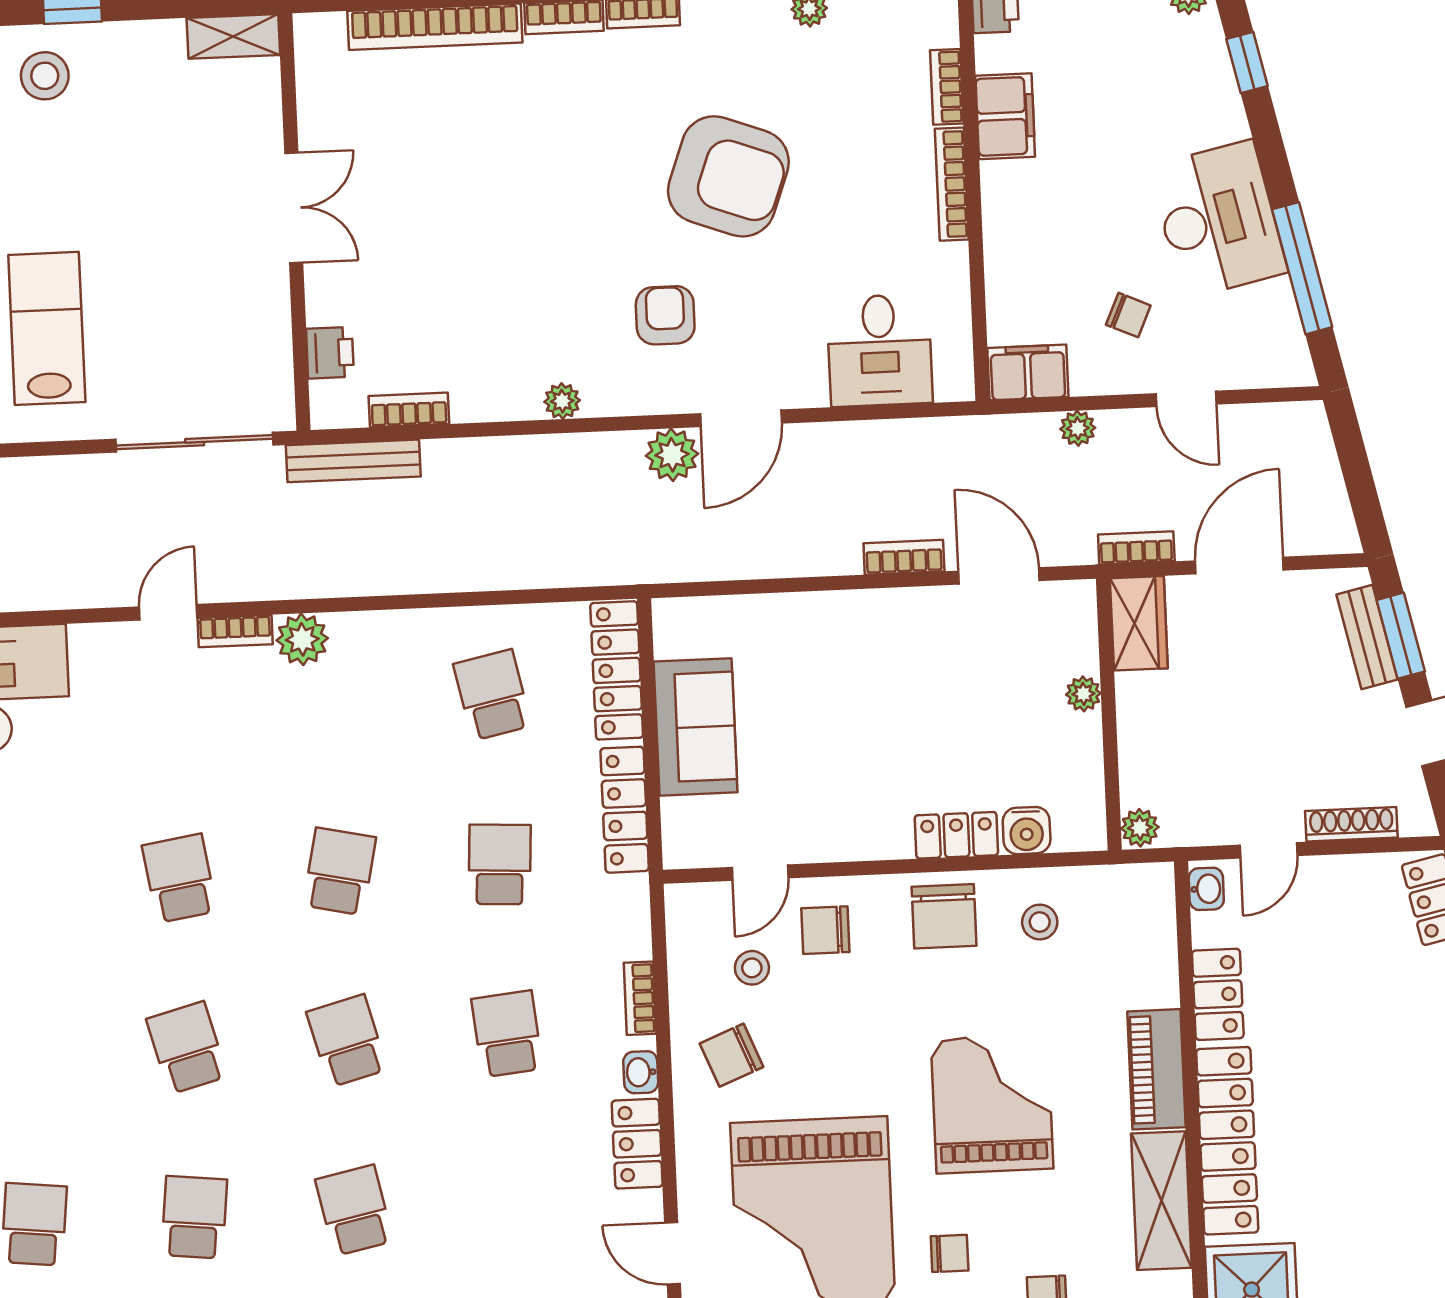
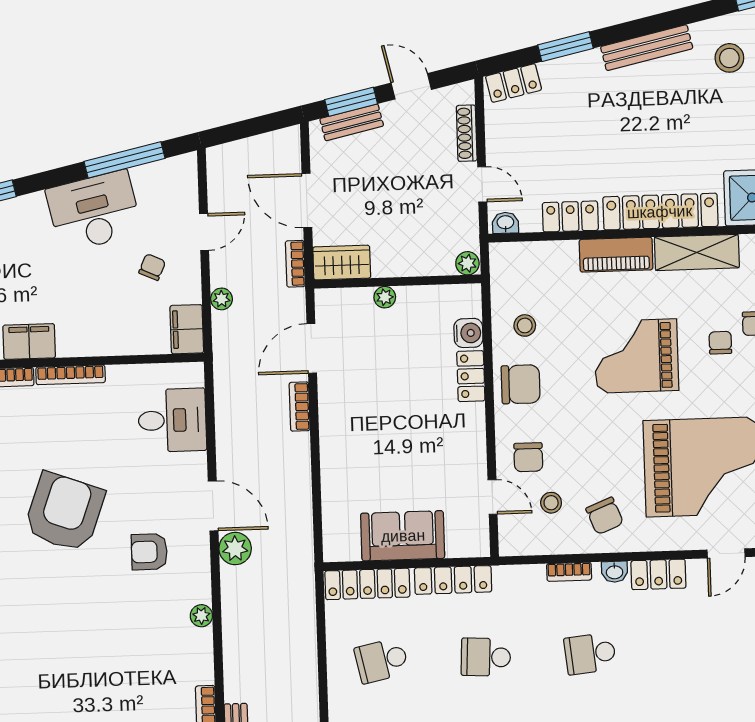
chair: (950, 1253) -> (720, 343), moved

